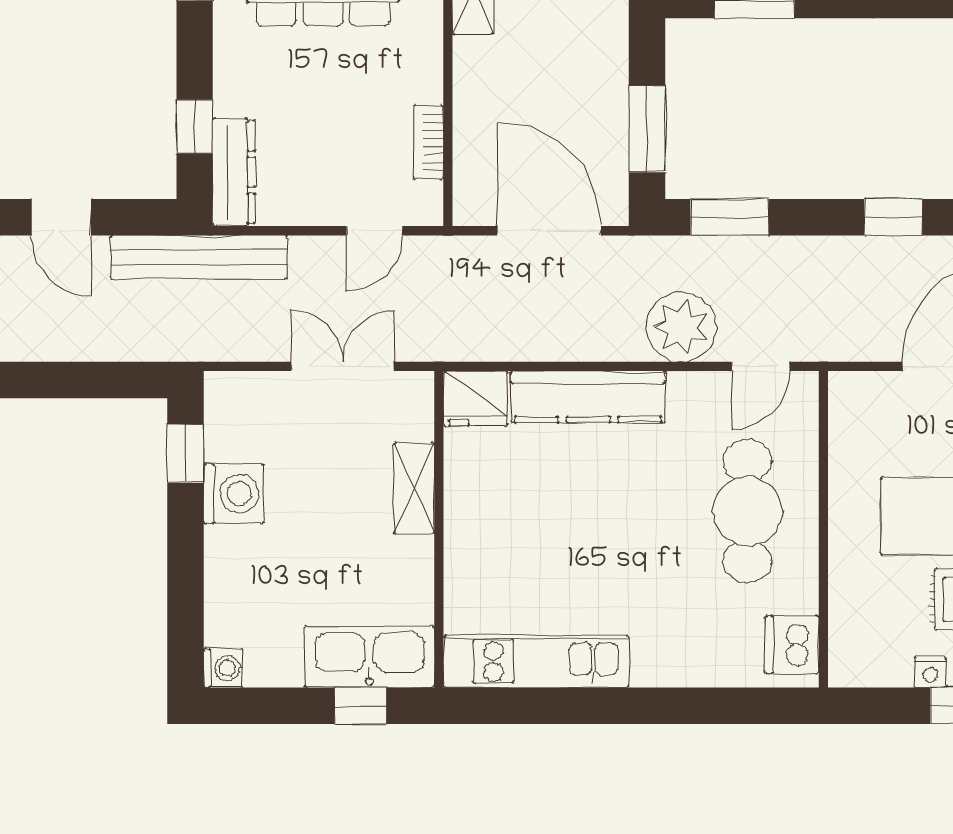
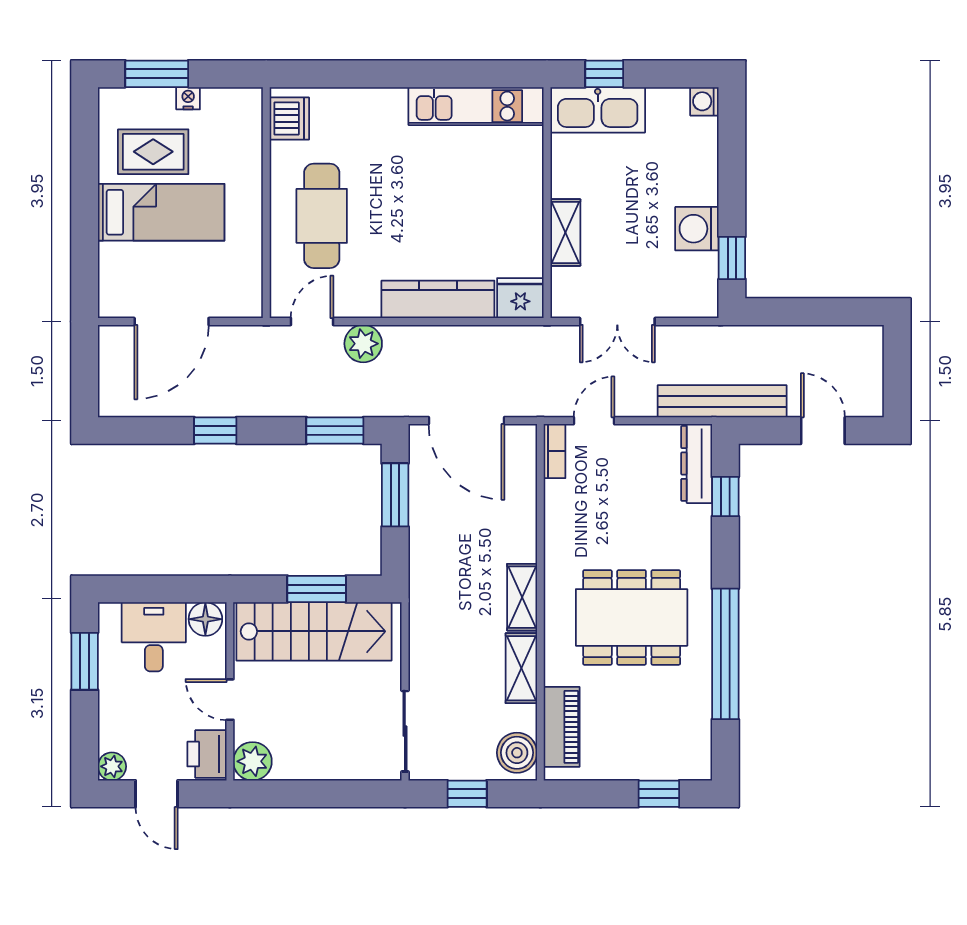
bookcase: (429, 142) -> (555, 451), moved
plant: (681, 327) -> (363, 344), width x0.73, depth x0.73

